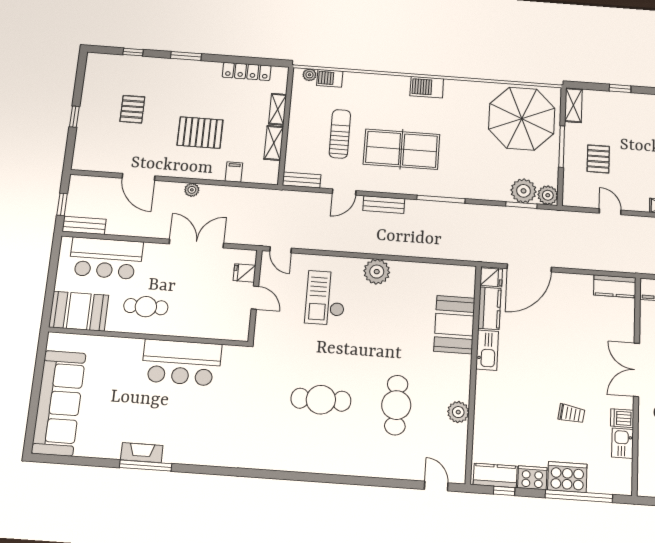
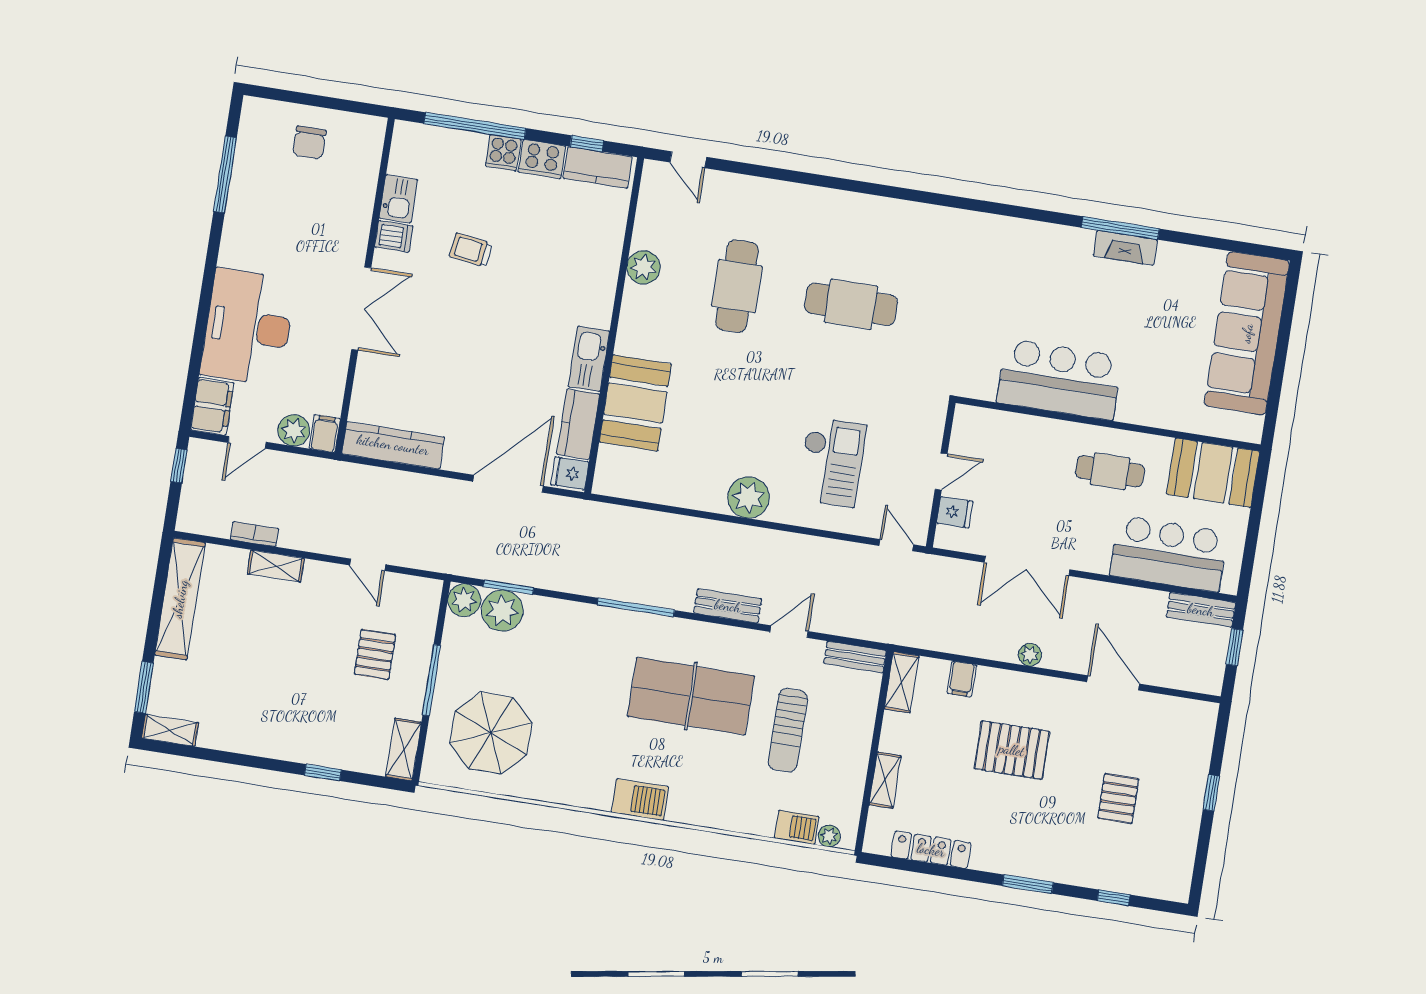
parasol: (522, 119) -> (491, 733), width x0.73, depth x0.73
shelving: (274, 143) -> (902, 682), moved
kitchen counter: (615, 286) -> (393, 445), width x1.50
door: (255, 298) -> (941, 472), swing flipped
cooker: (567, 477) -> (503, 153), width x0.53, depth x0.76

